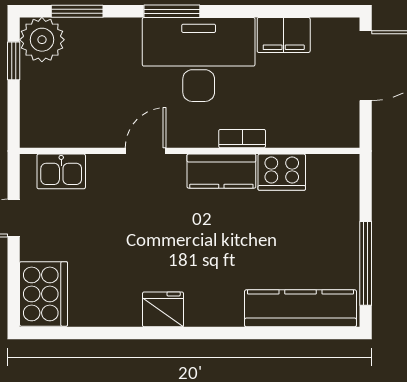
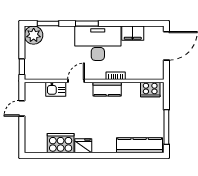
window: (14, 61) -> (22, 67), moved
kitchen sink: (61, 171) -> (56, 89), moved
cooker: (282, 172) -> (150, 89), moved
cooker: (44, 294) -> (61, 143), moved, turned -90

